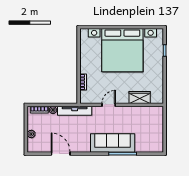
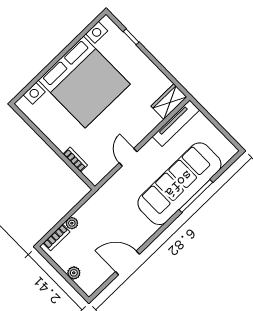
wardrobe: (140, 98) -> (169, 101), moved
tv unit: (75, 111) -> (176, 123), moved
sofa: (113, 143) -> (179, 184), width x1.36, depth x1.27

